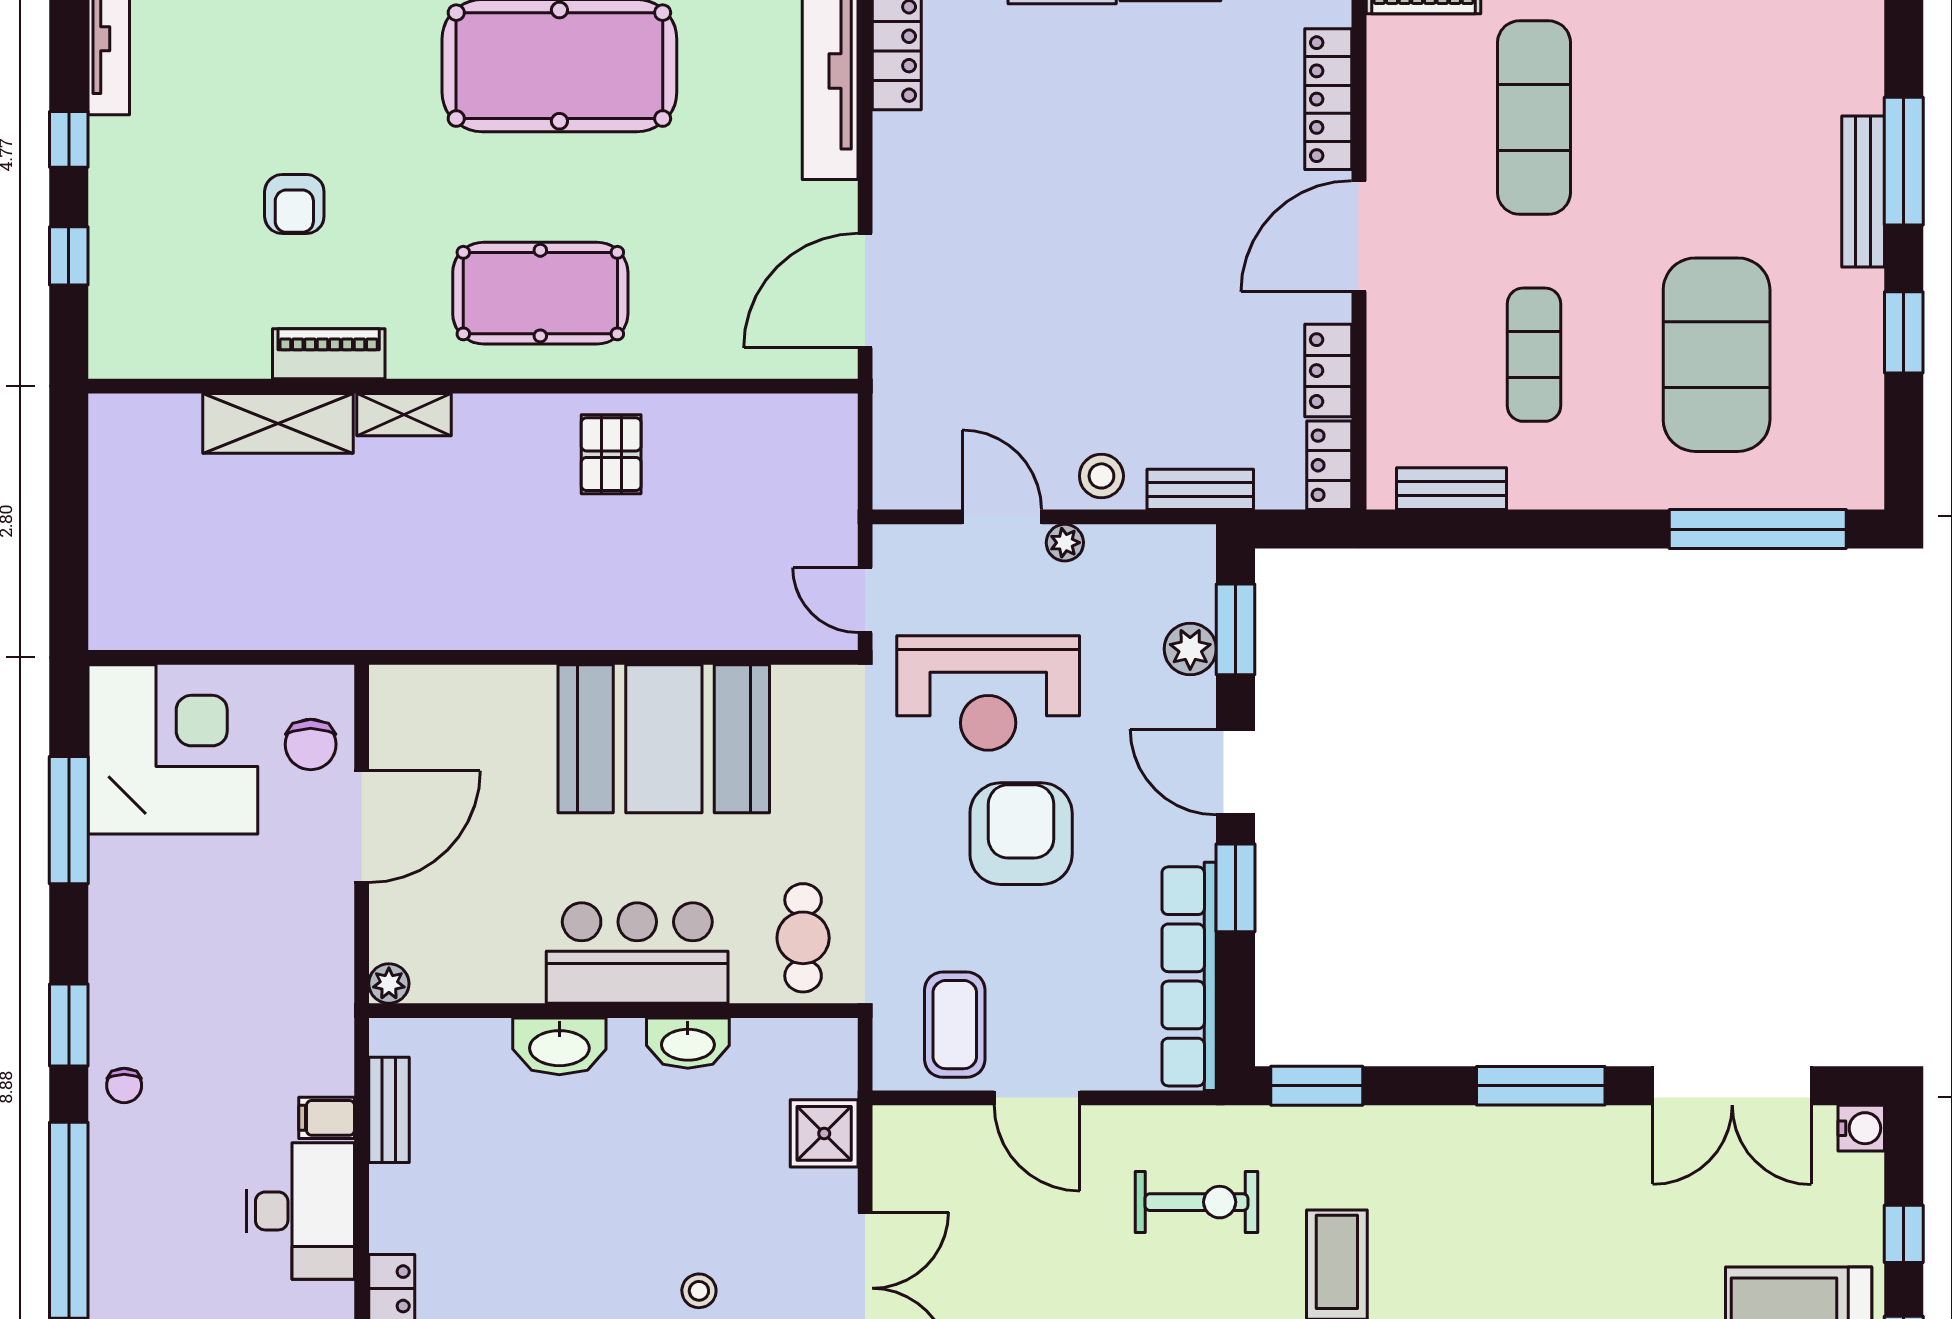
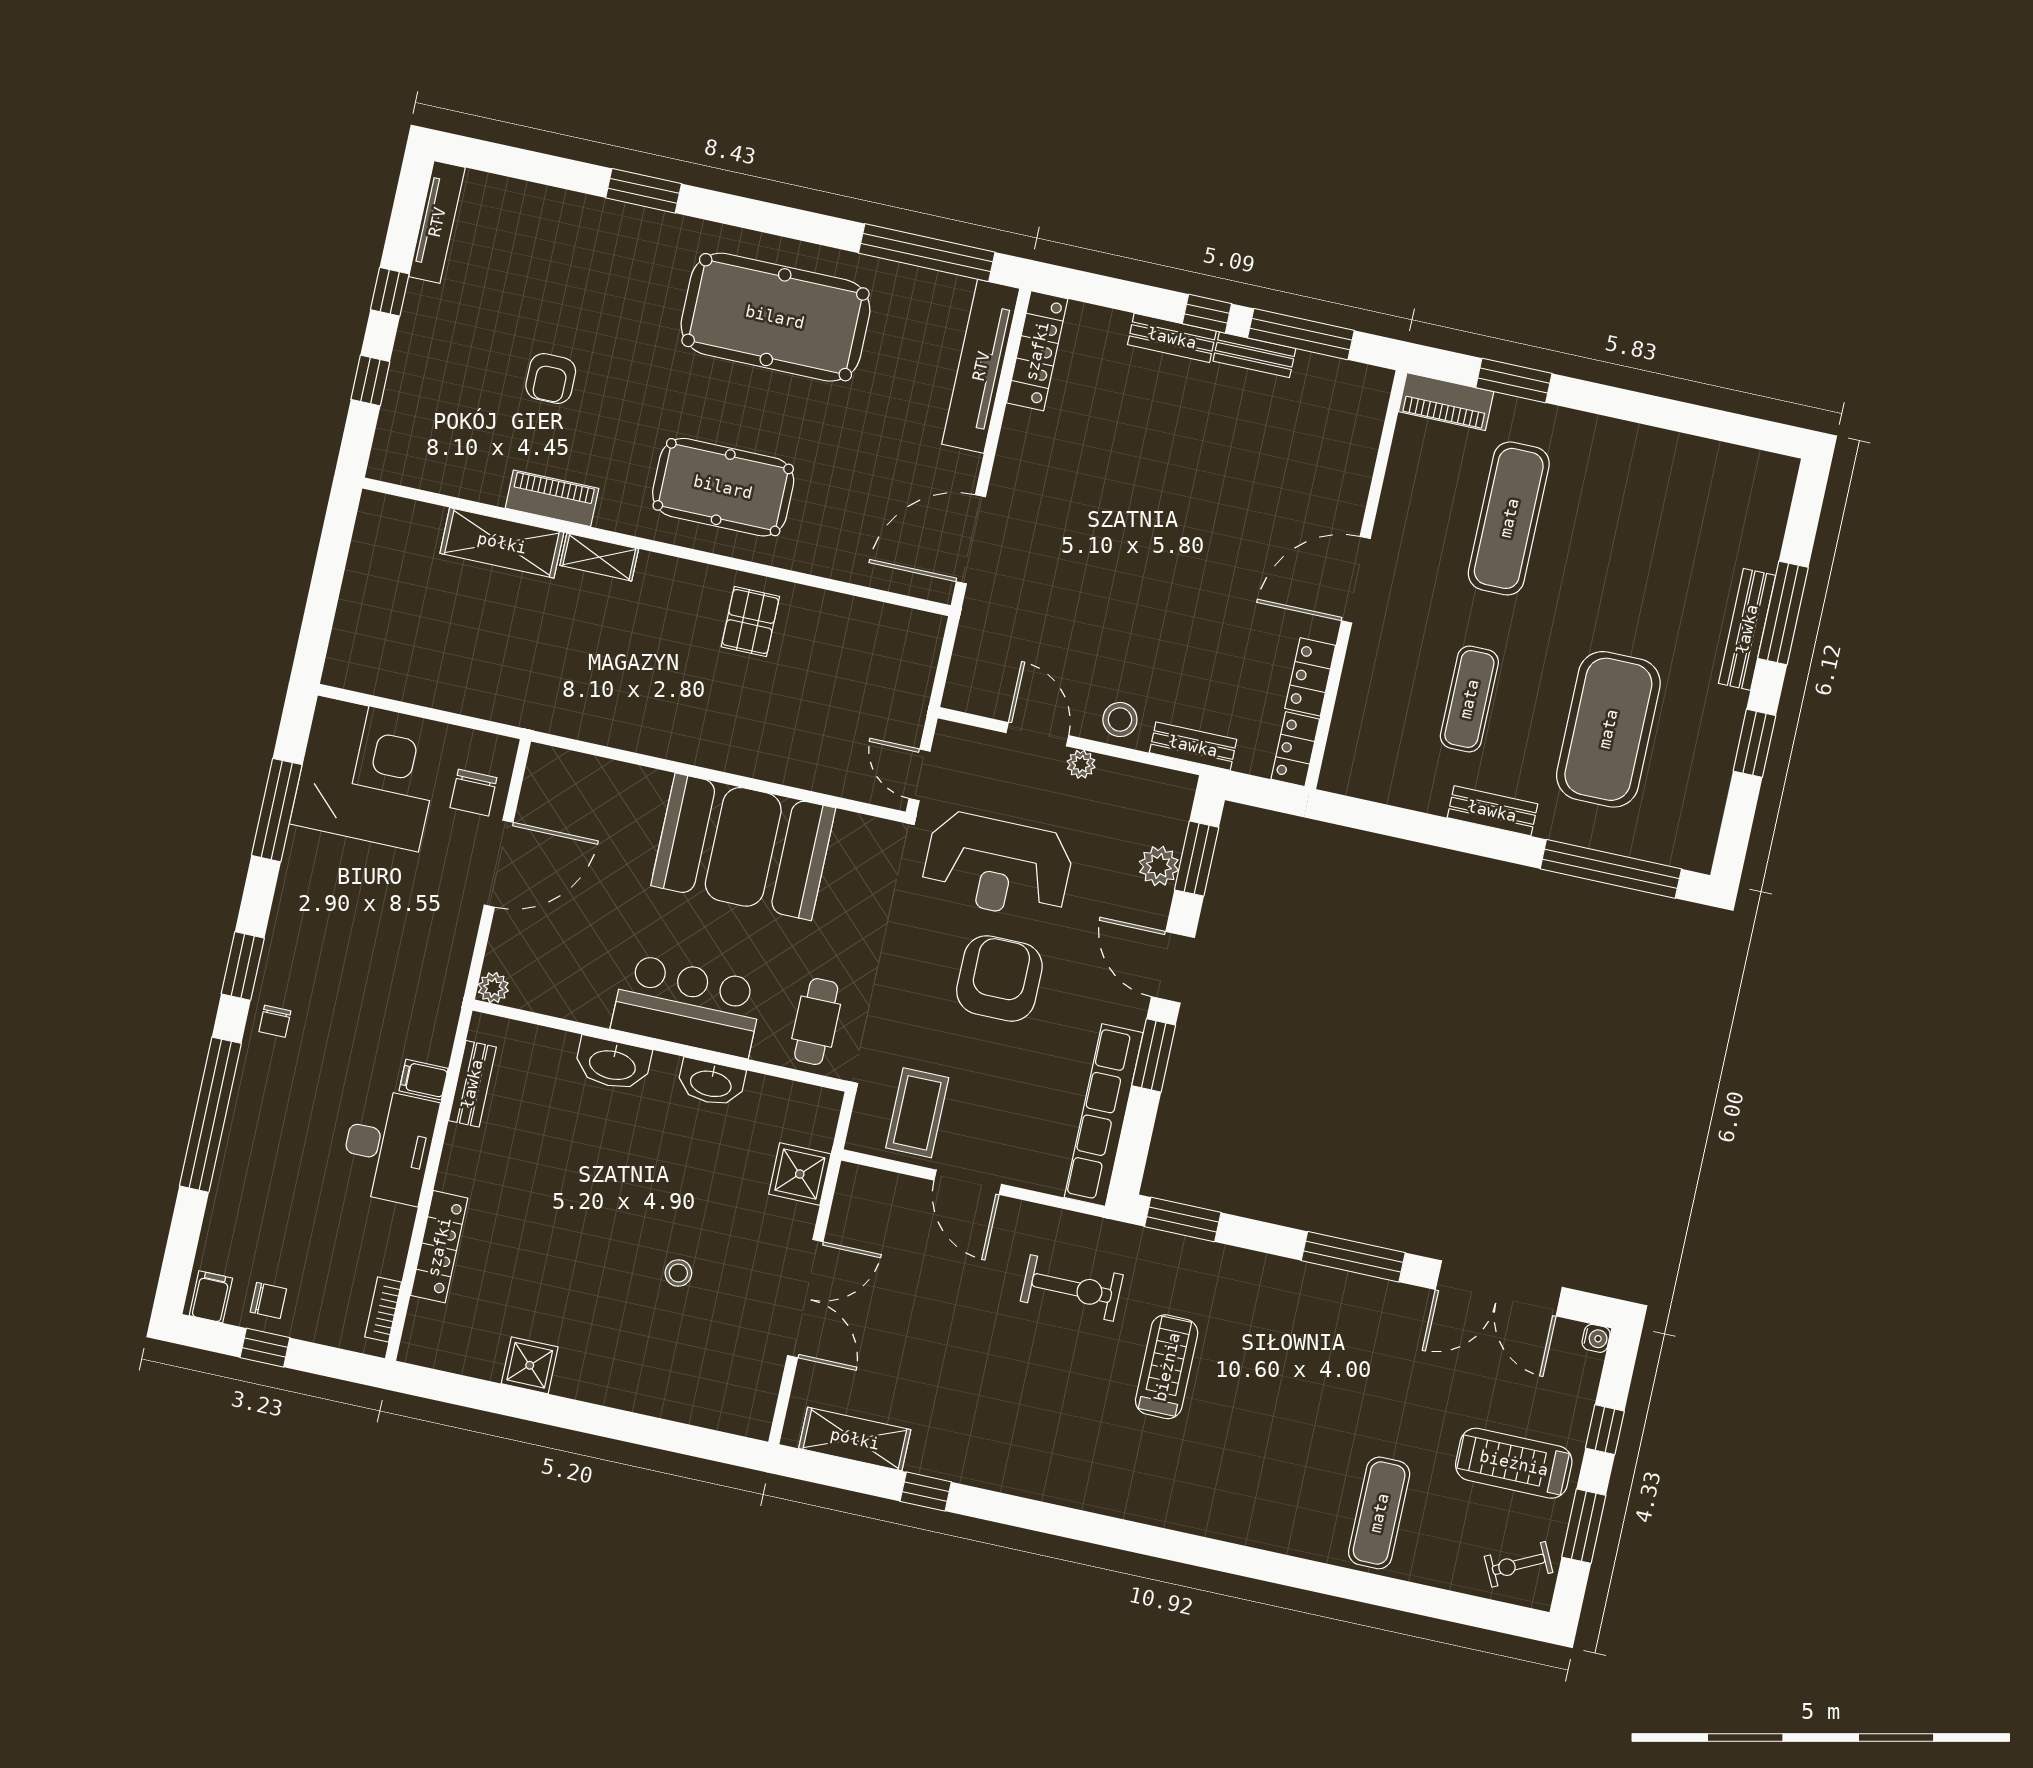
locker: (1328, 99) -> (1355, 470), removed
bench: (1451, 489) -> (1492, 811), moved
water cooler: (1861, 1128) -> (1596, 1338), width x0.72, depth x0.72

